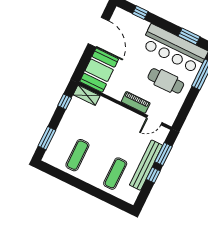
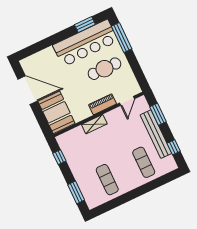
window: (140, 13) -> (38, 47), removed
shelving: (87, 95) -> (94, 124), moved
window: (153, 175) -> (174, 147), moved

